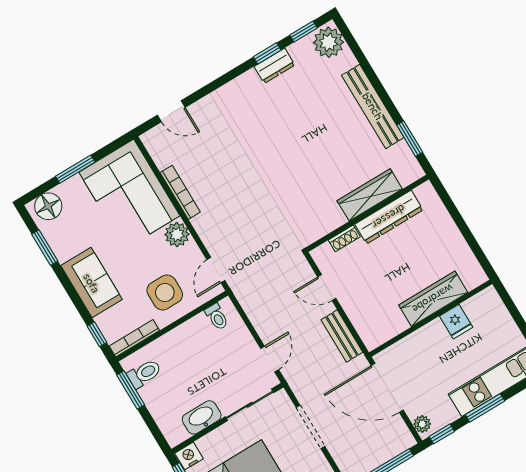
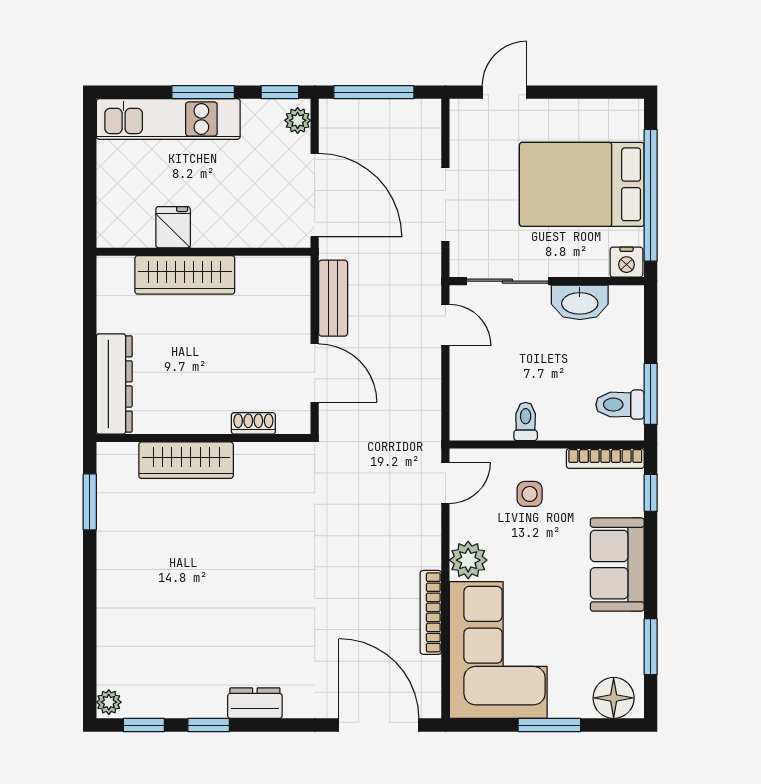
plant: (329, 42) -> (109, 702), width x0.53, depth x0.53
dresser: (275, 66) -> (255, 703), moved
bench: (373, 106) -> (113, 573), removed
door: (171, 111) -> (379, 725), width x1.87
dresser: (389, 217) -> (114, 384), moved, turned 90
door: (327, 288) -> (315, 373), width x1.38
side table: (165, 293) -> (530, 494), width x0.54, depth x0.54
toilet: (217, 317) -> (526, 422), moved
door: (270, 359) -> (445, 325), swing flipped

